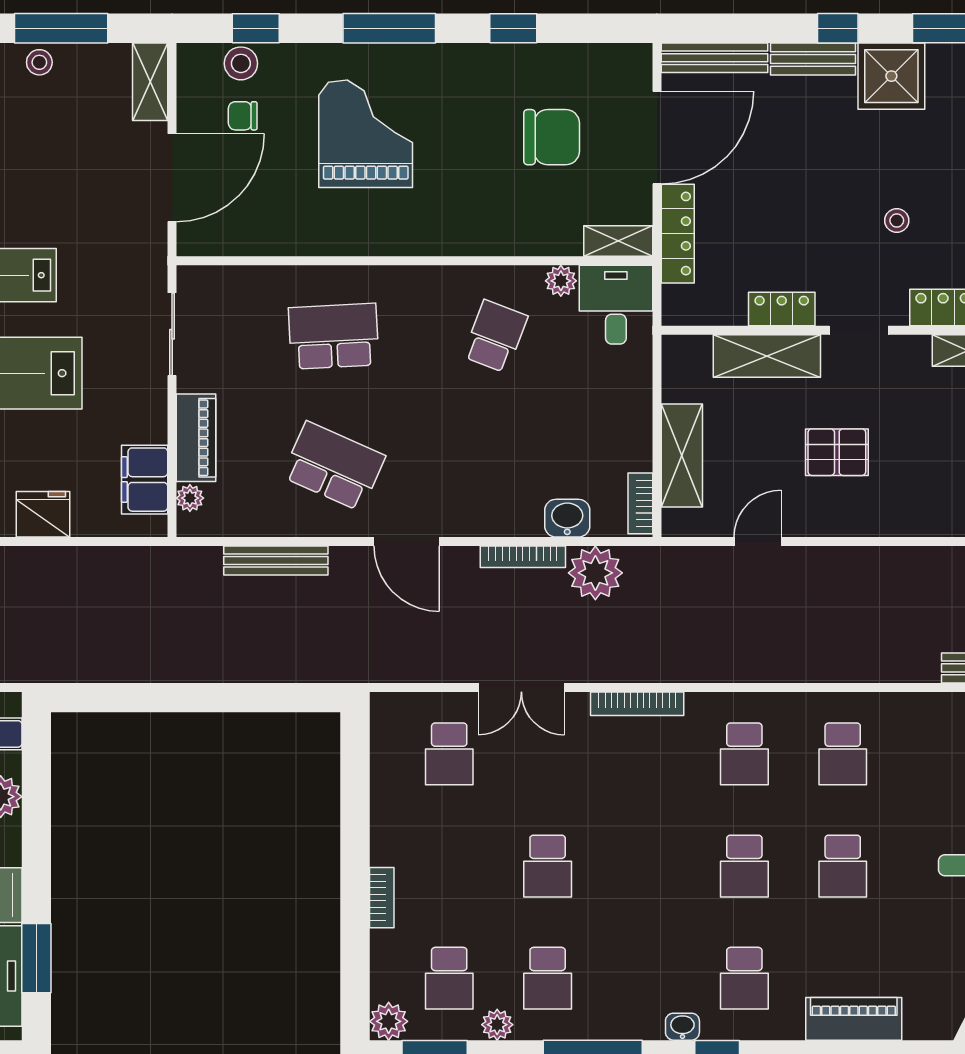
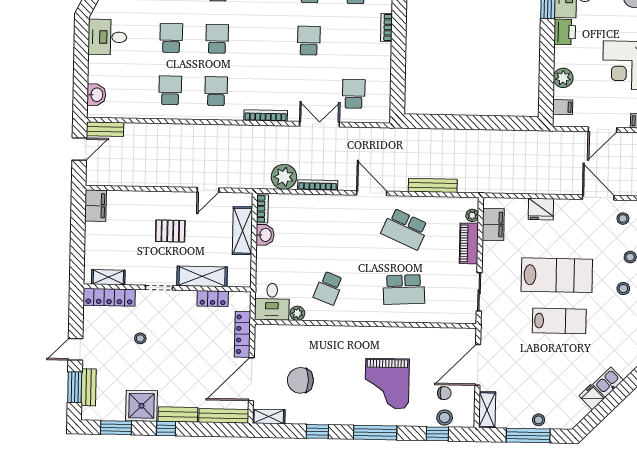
shelving: (618, 241) -> (269, 417), moved
locker: (782, 309) -> (213, 299), moved
washbasin: (567, 518) -> (265, 235), moved, turned -90

